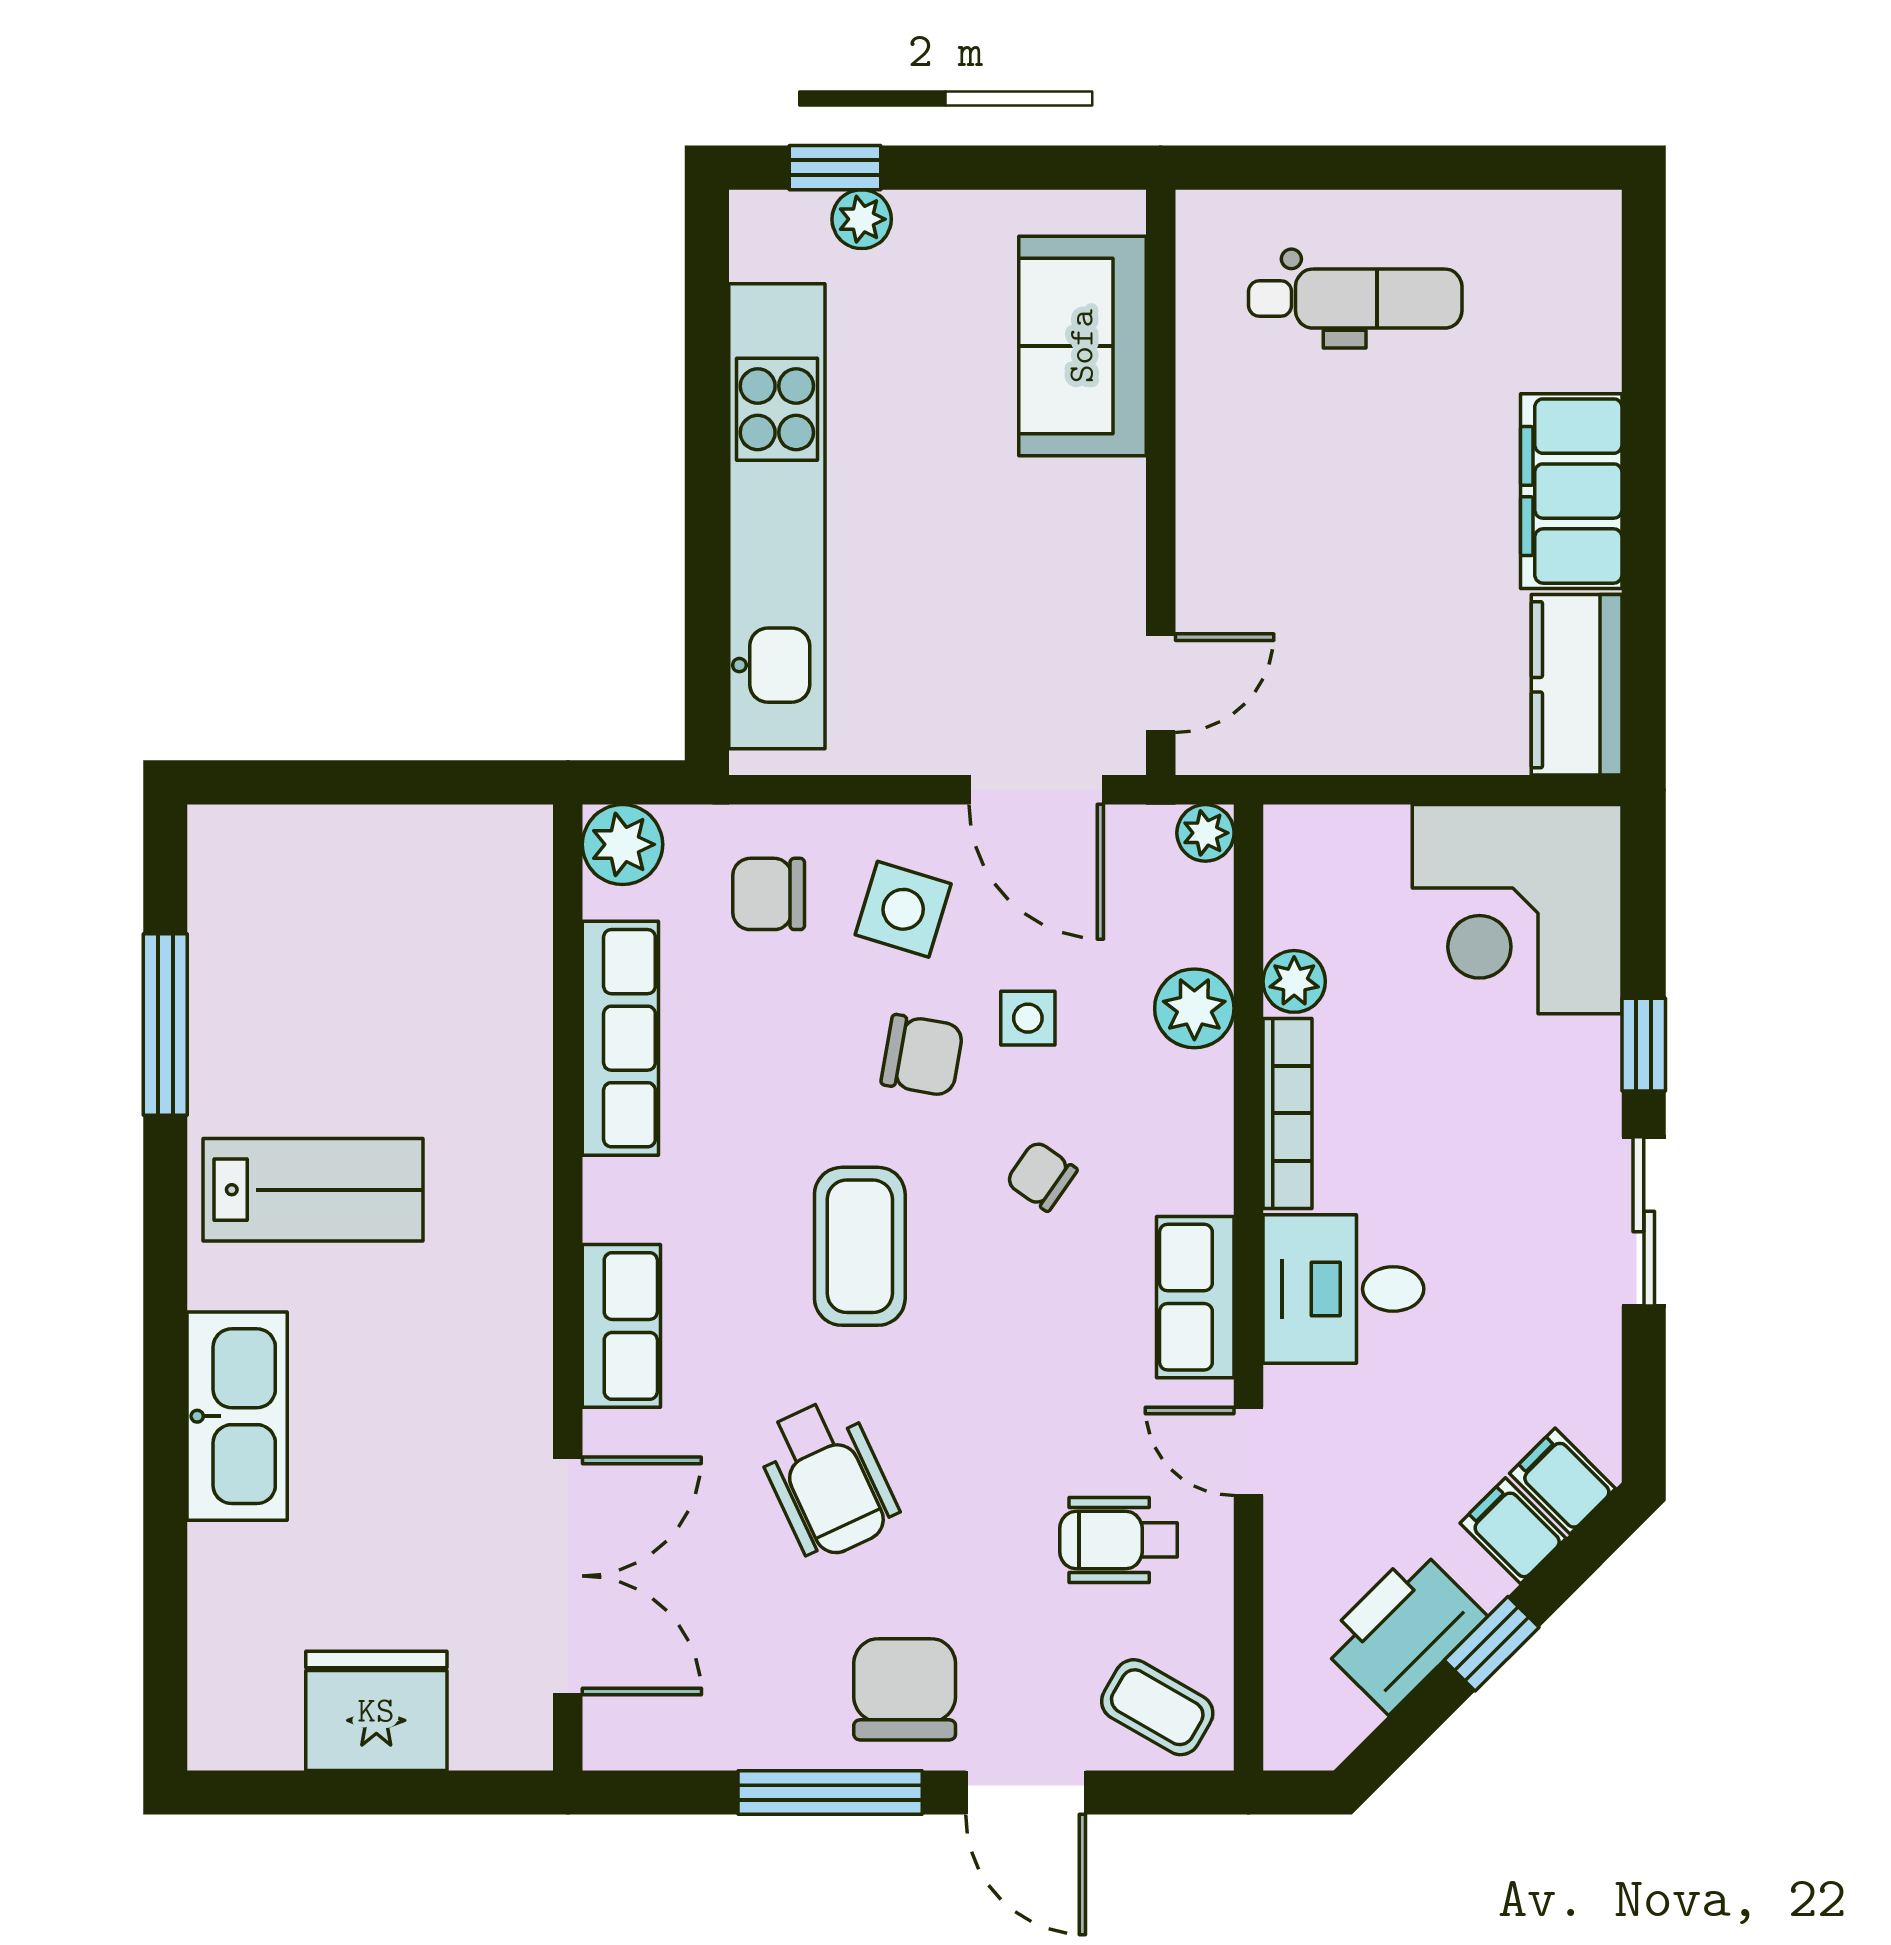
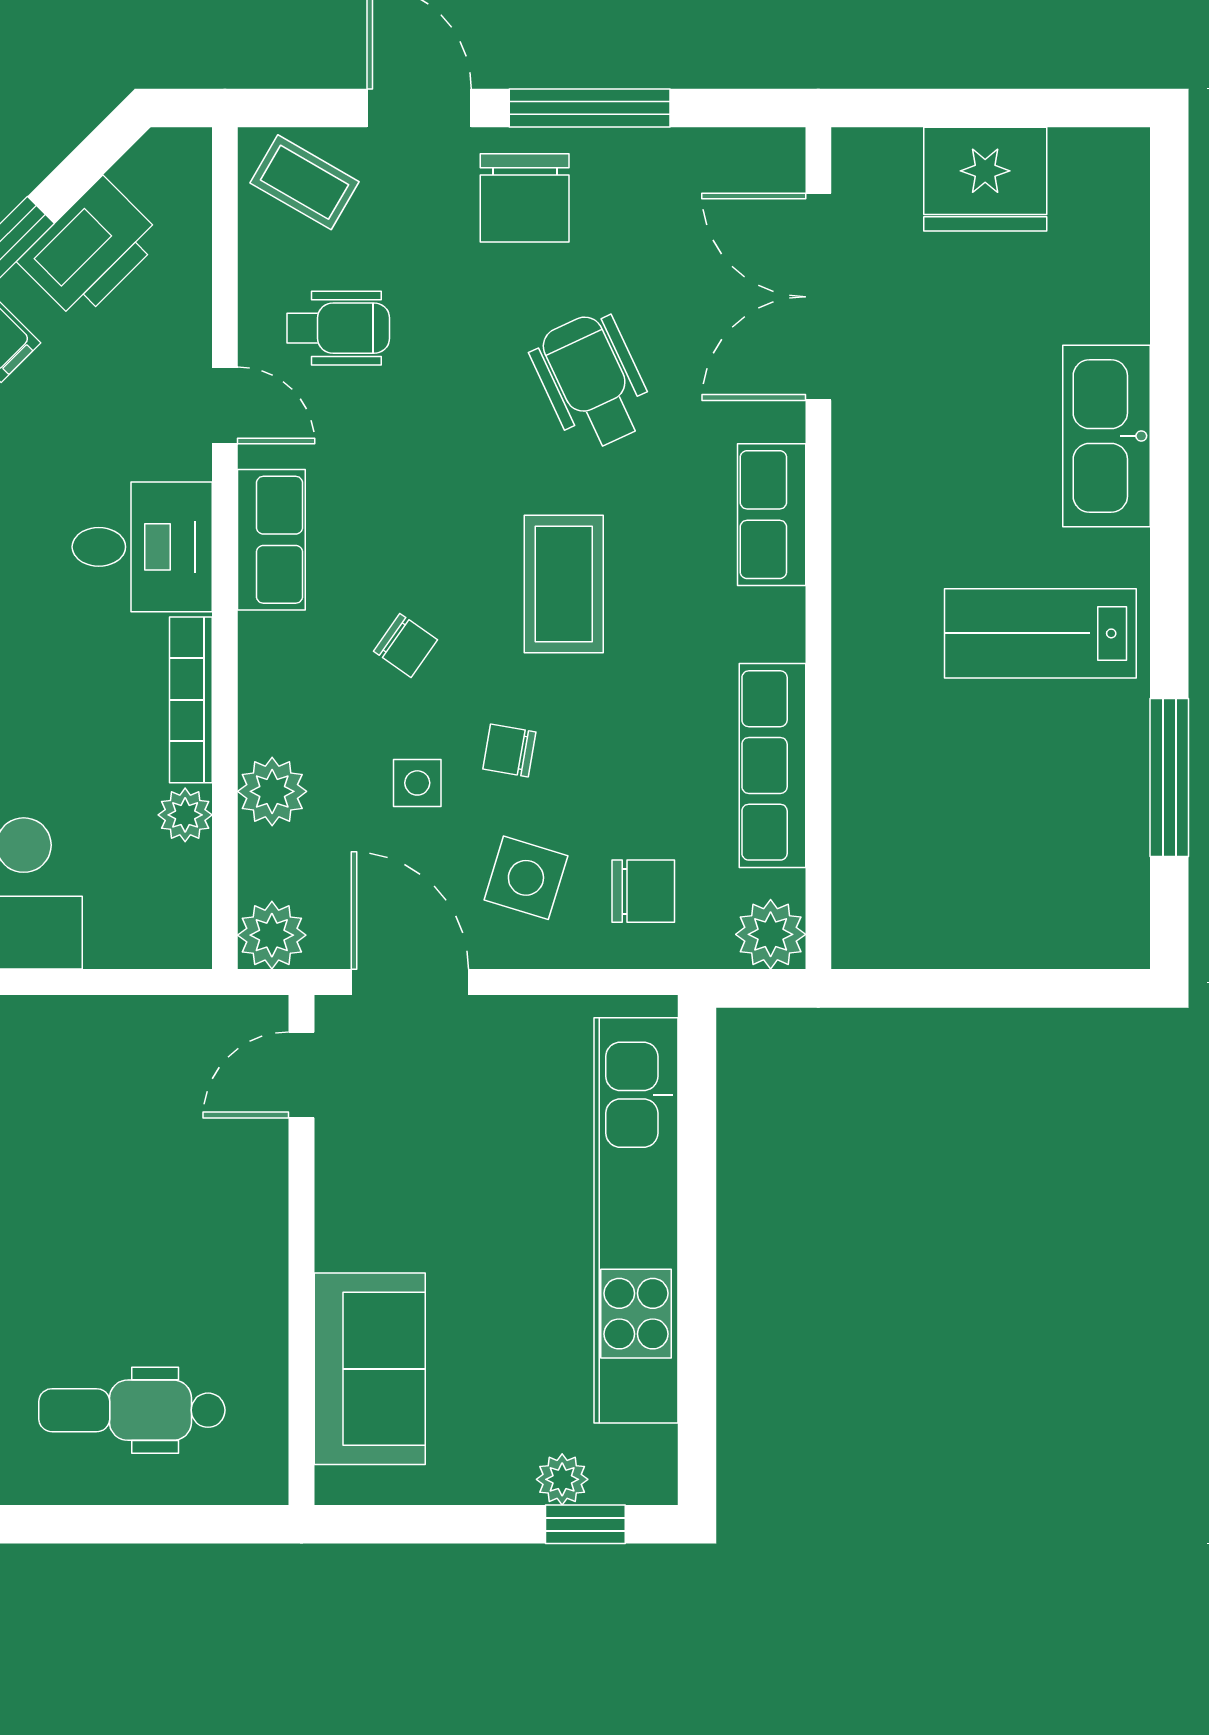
plant: (1205, 833) -> (272, 935), width x1.38, depth x1.38
chair: (922, 1055) -> (509, 751), width x0.73, depth x0.73

